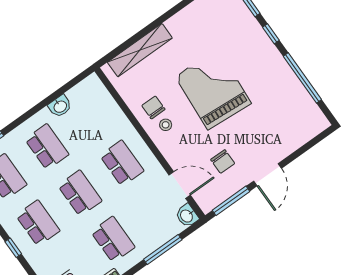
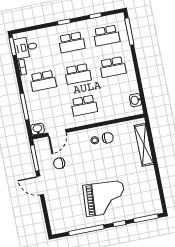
grand piano: (213, 90) -> (105, 198), moved
washbasin: (60, 106) -> (135, 100), moved

